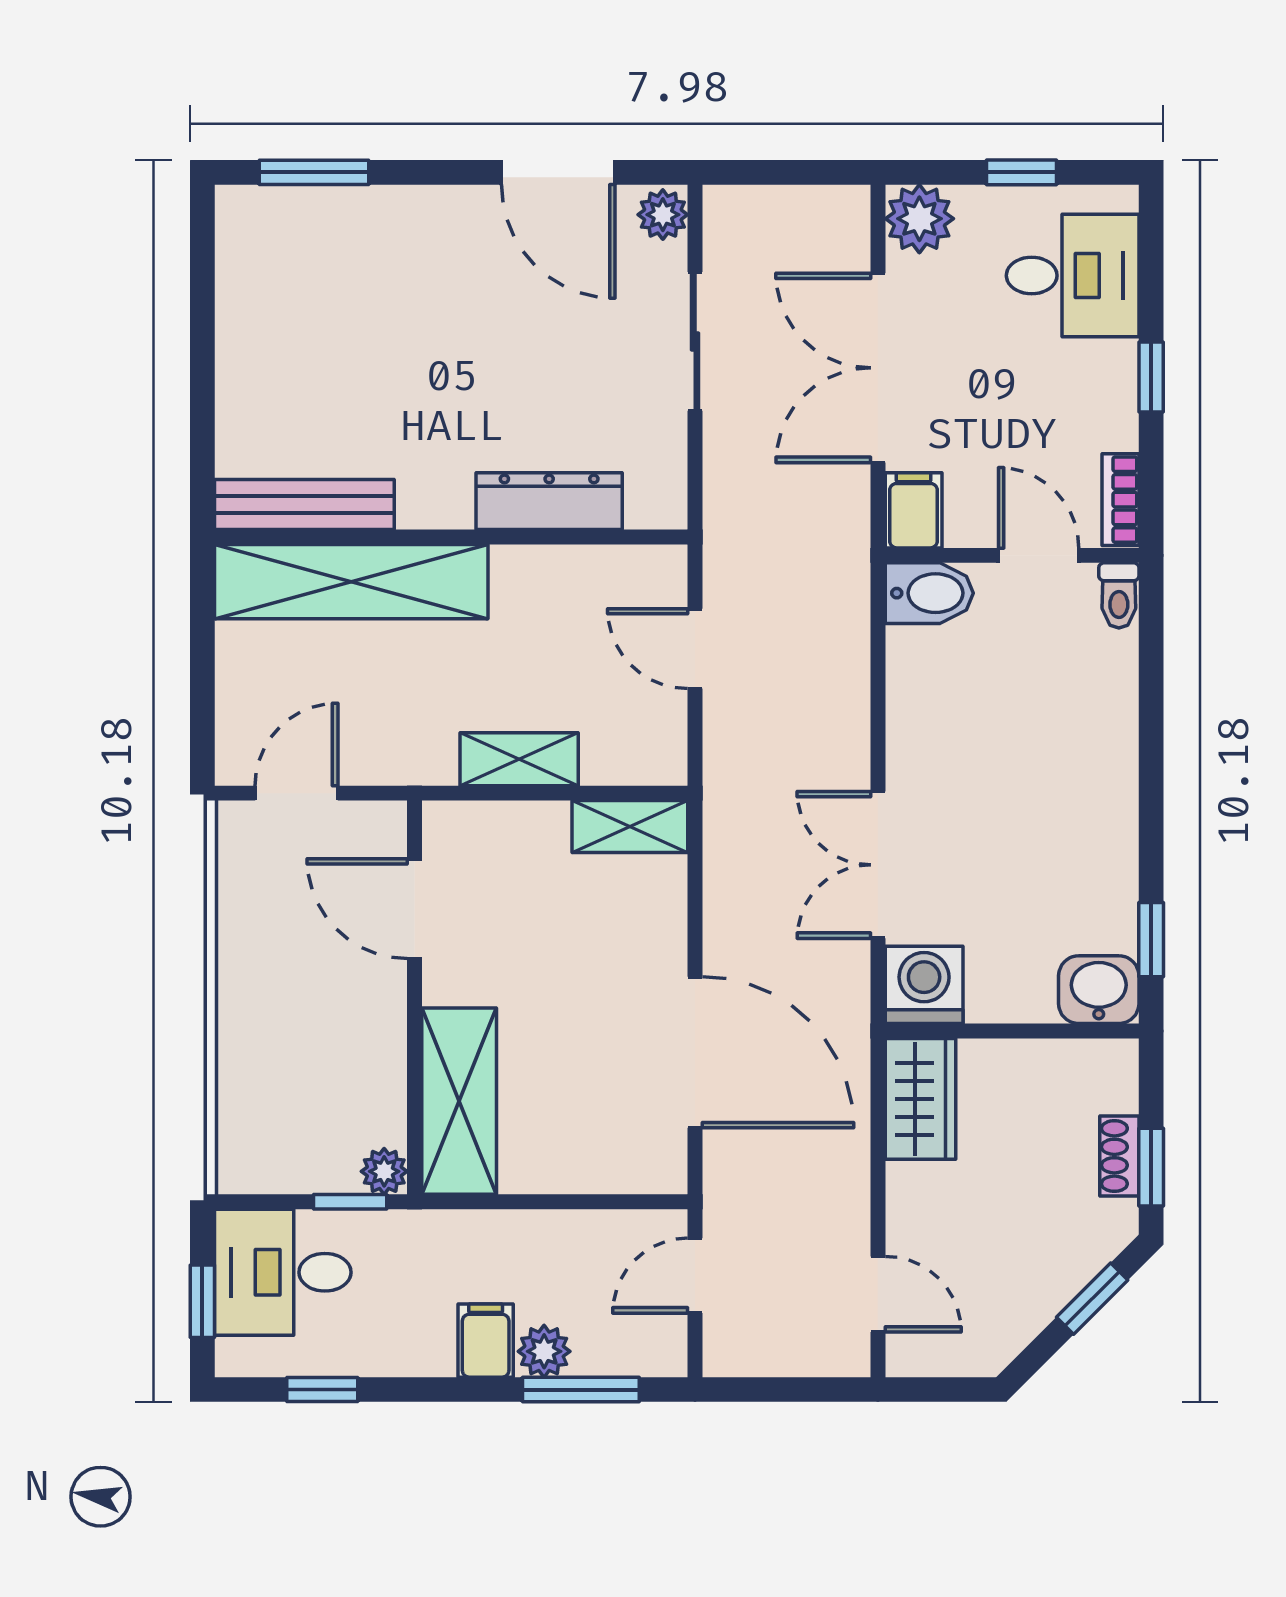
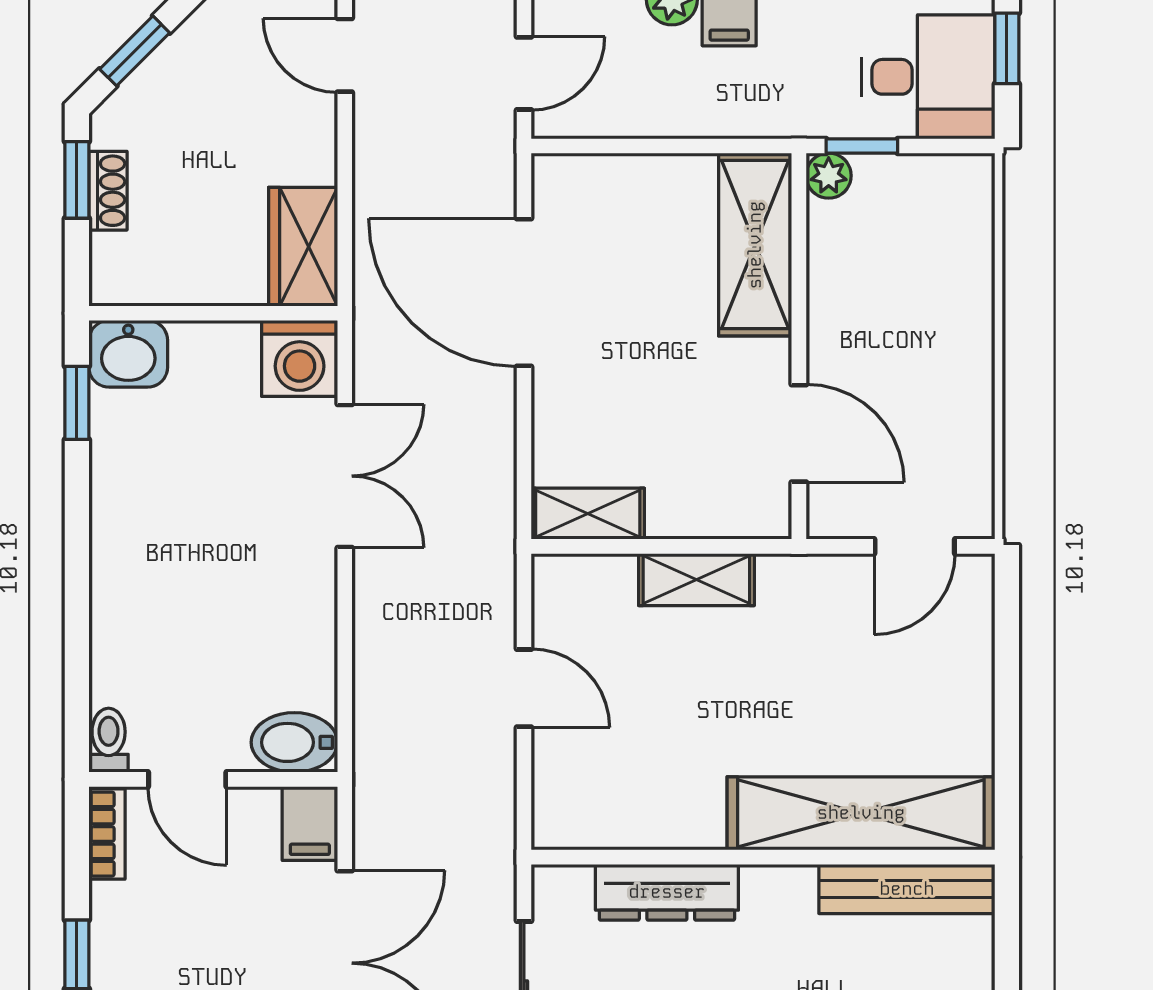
dresser: (549, 501) -> (667, 892), moved
bench: (304, 505) -> (907, 889), moved
wall: (451, 537) -> (763, 857), moved
shelving: (351, 582) -> (861, 813), moved

